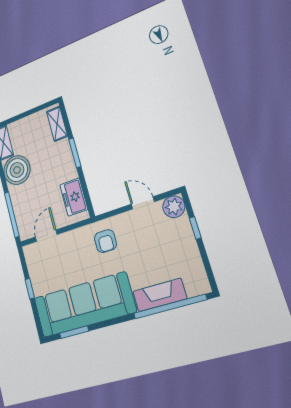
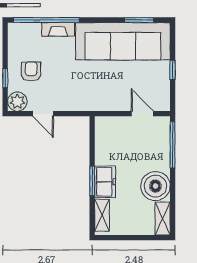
freezer: (74, 197) -> (105, 182), moved
door: (46, 236) -> (142, 114), swing flipped
armchair: (105, 241) -> (31, 71), moved
fireplace: (160, 295) -> (58, 29), width x0.73, depth x0.76

